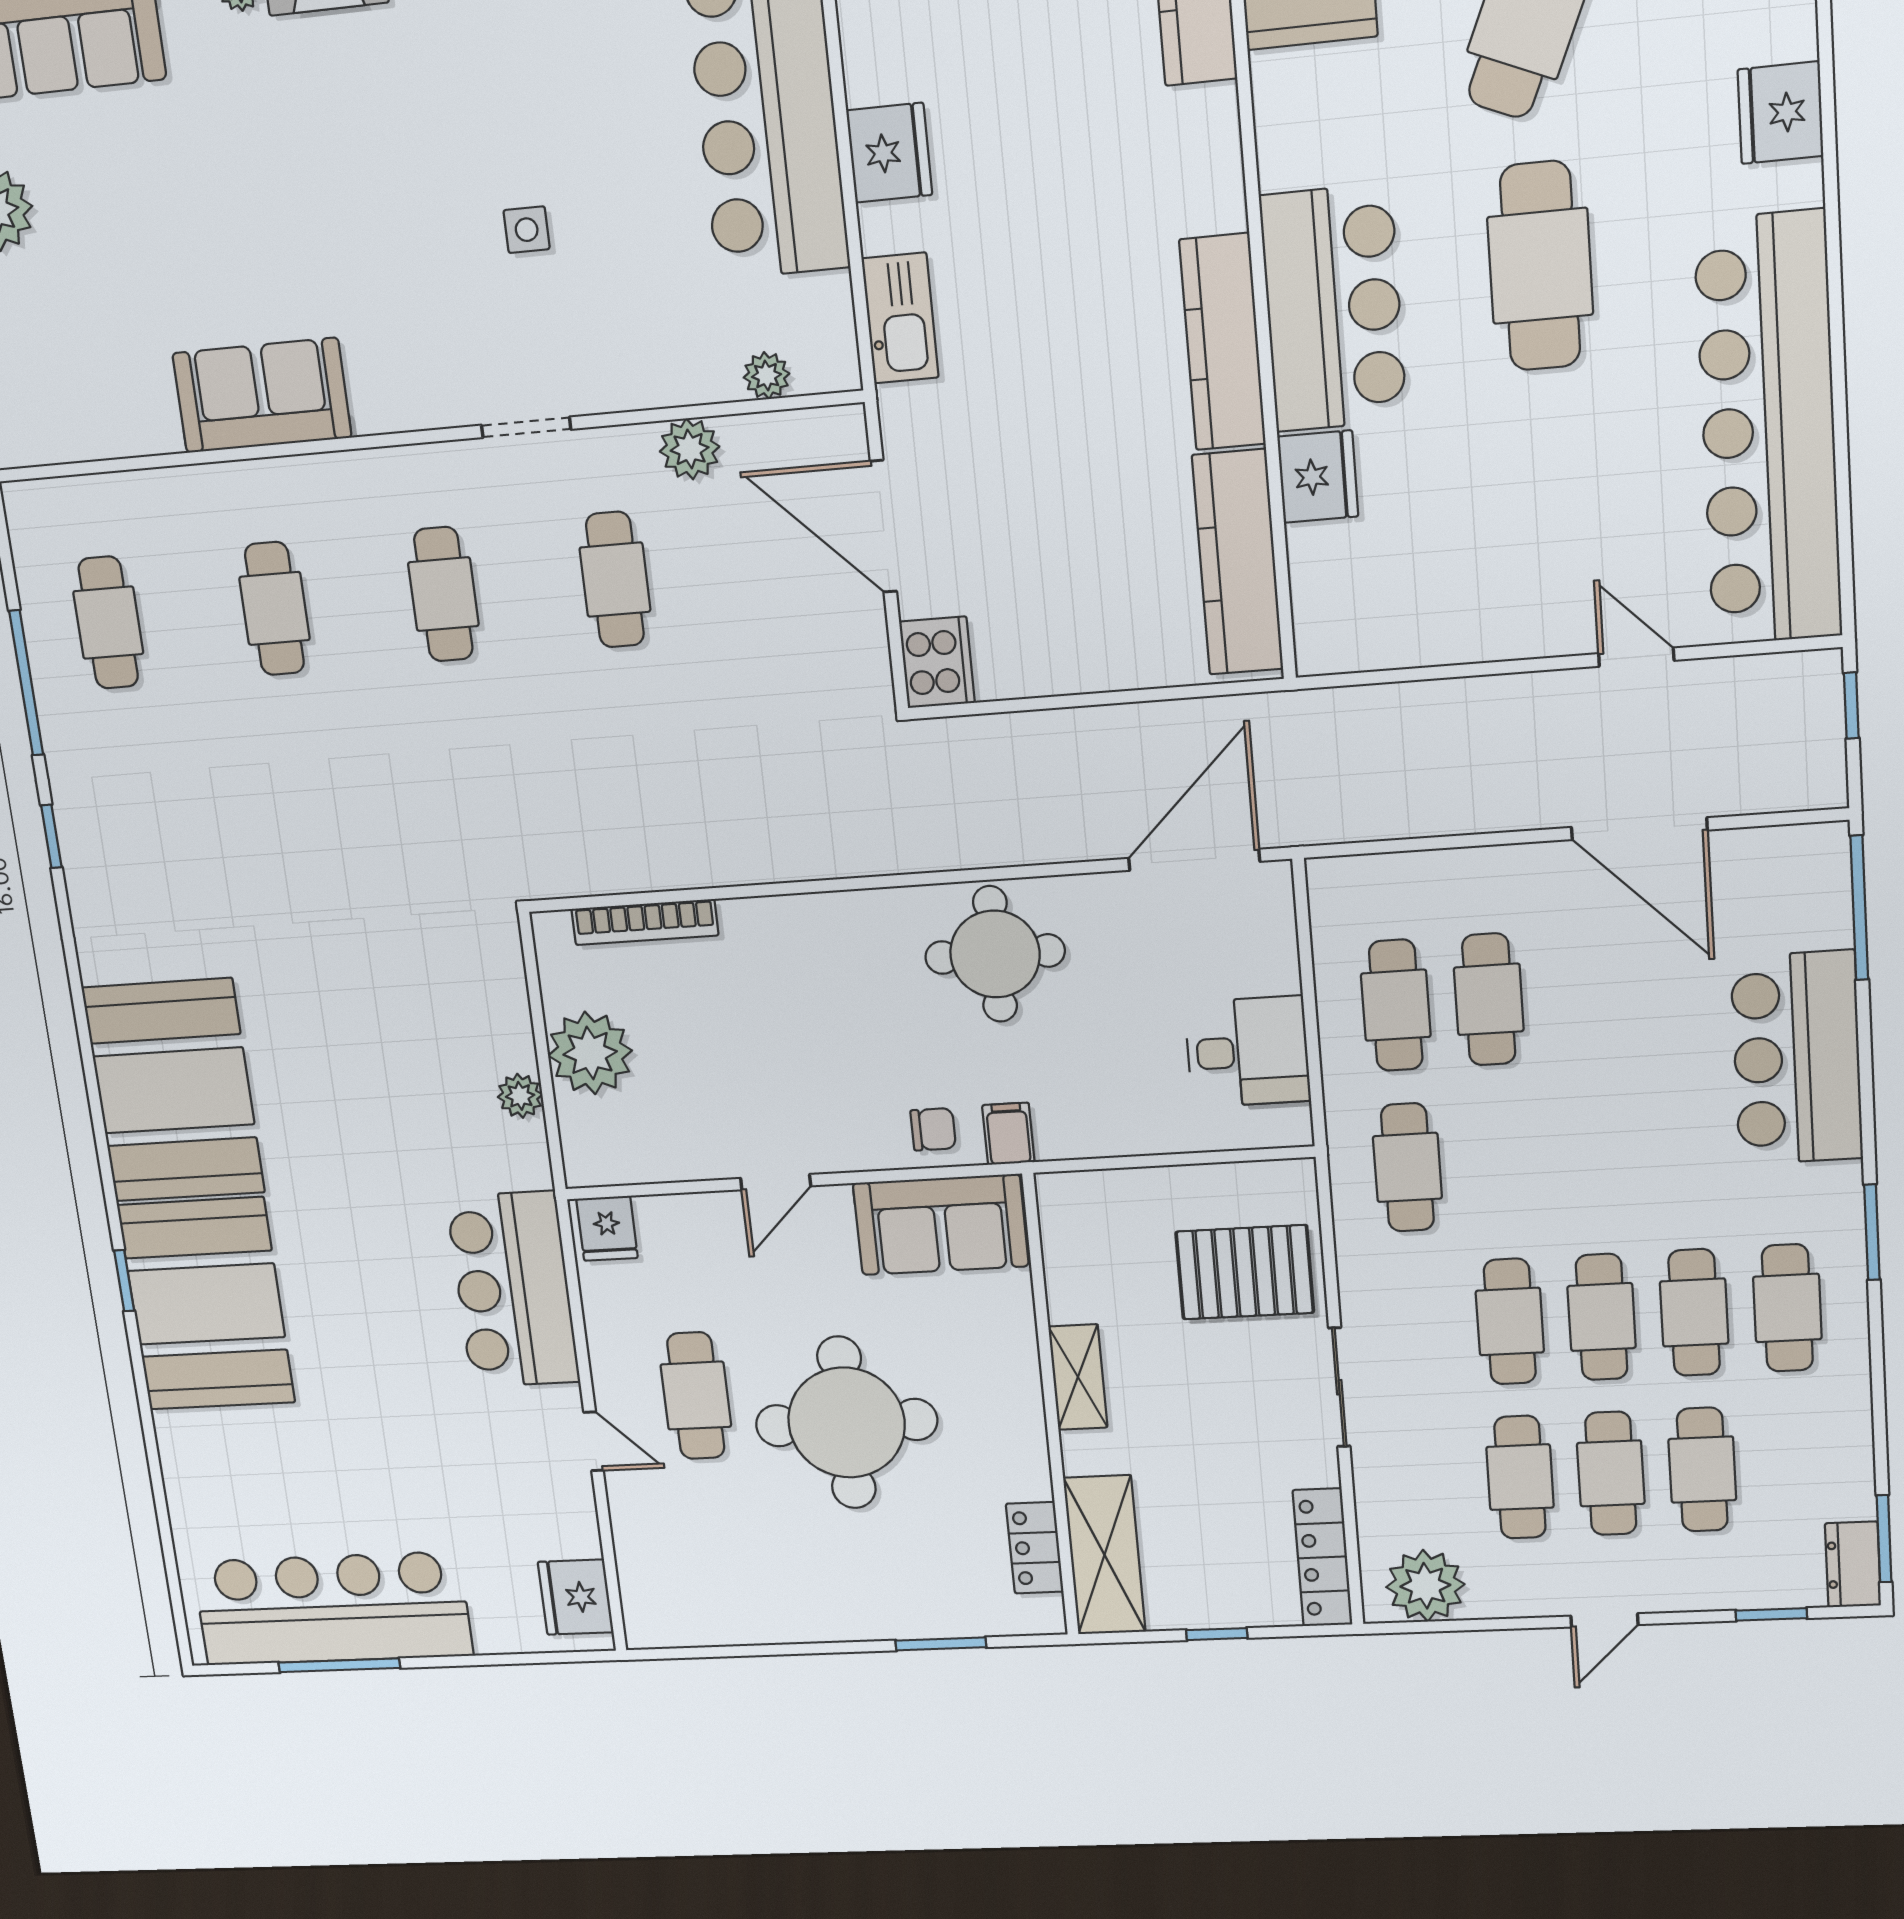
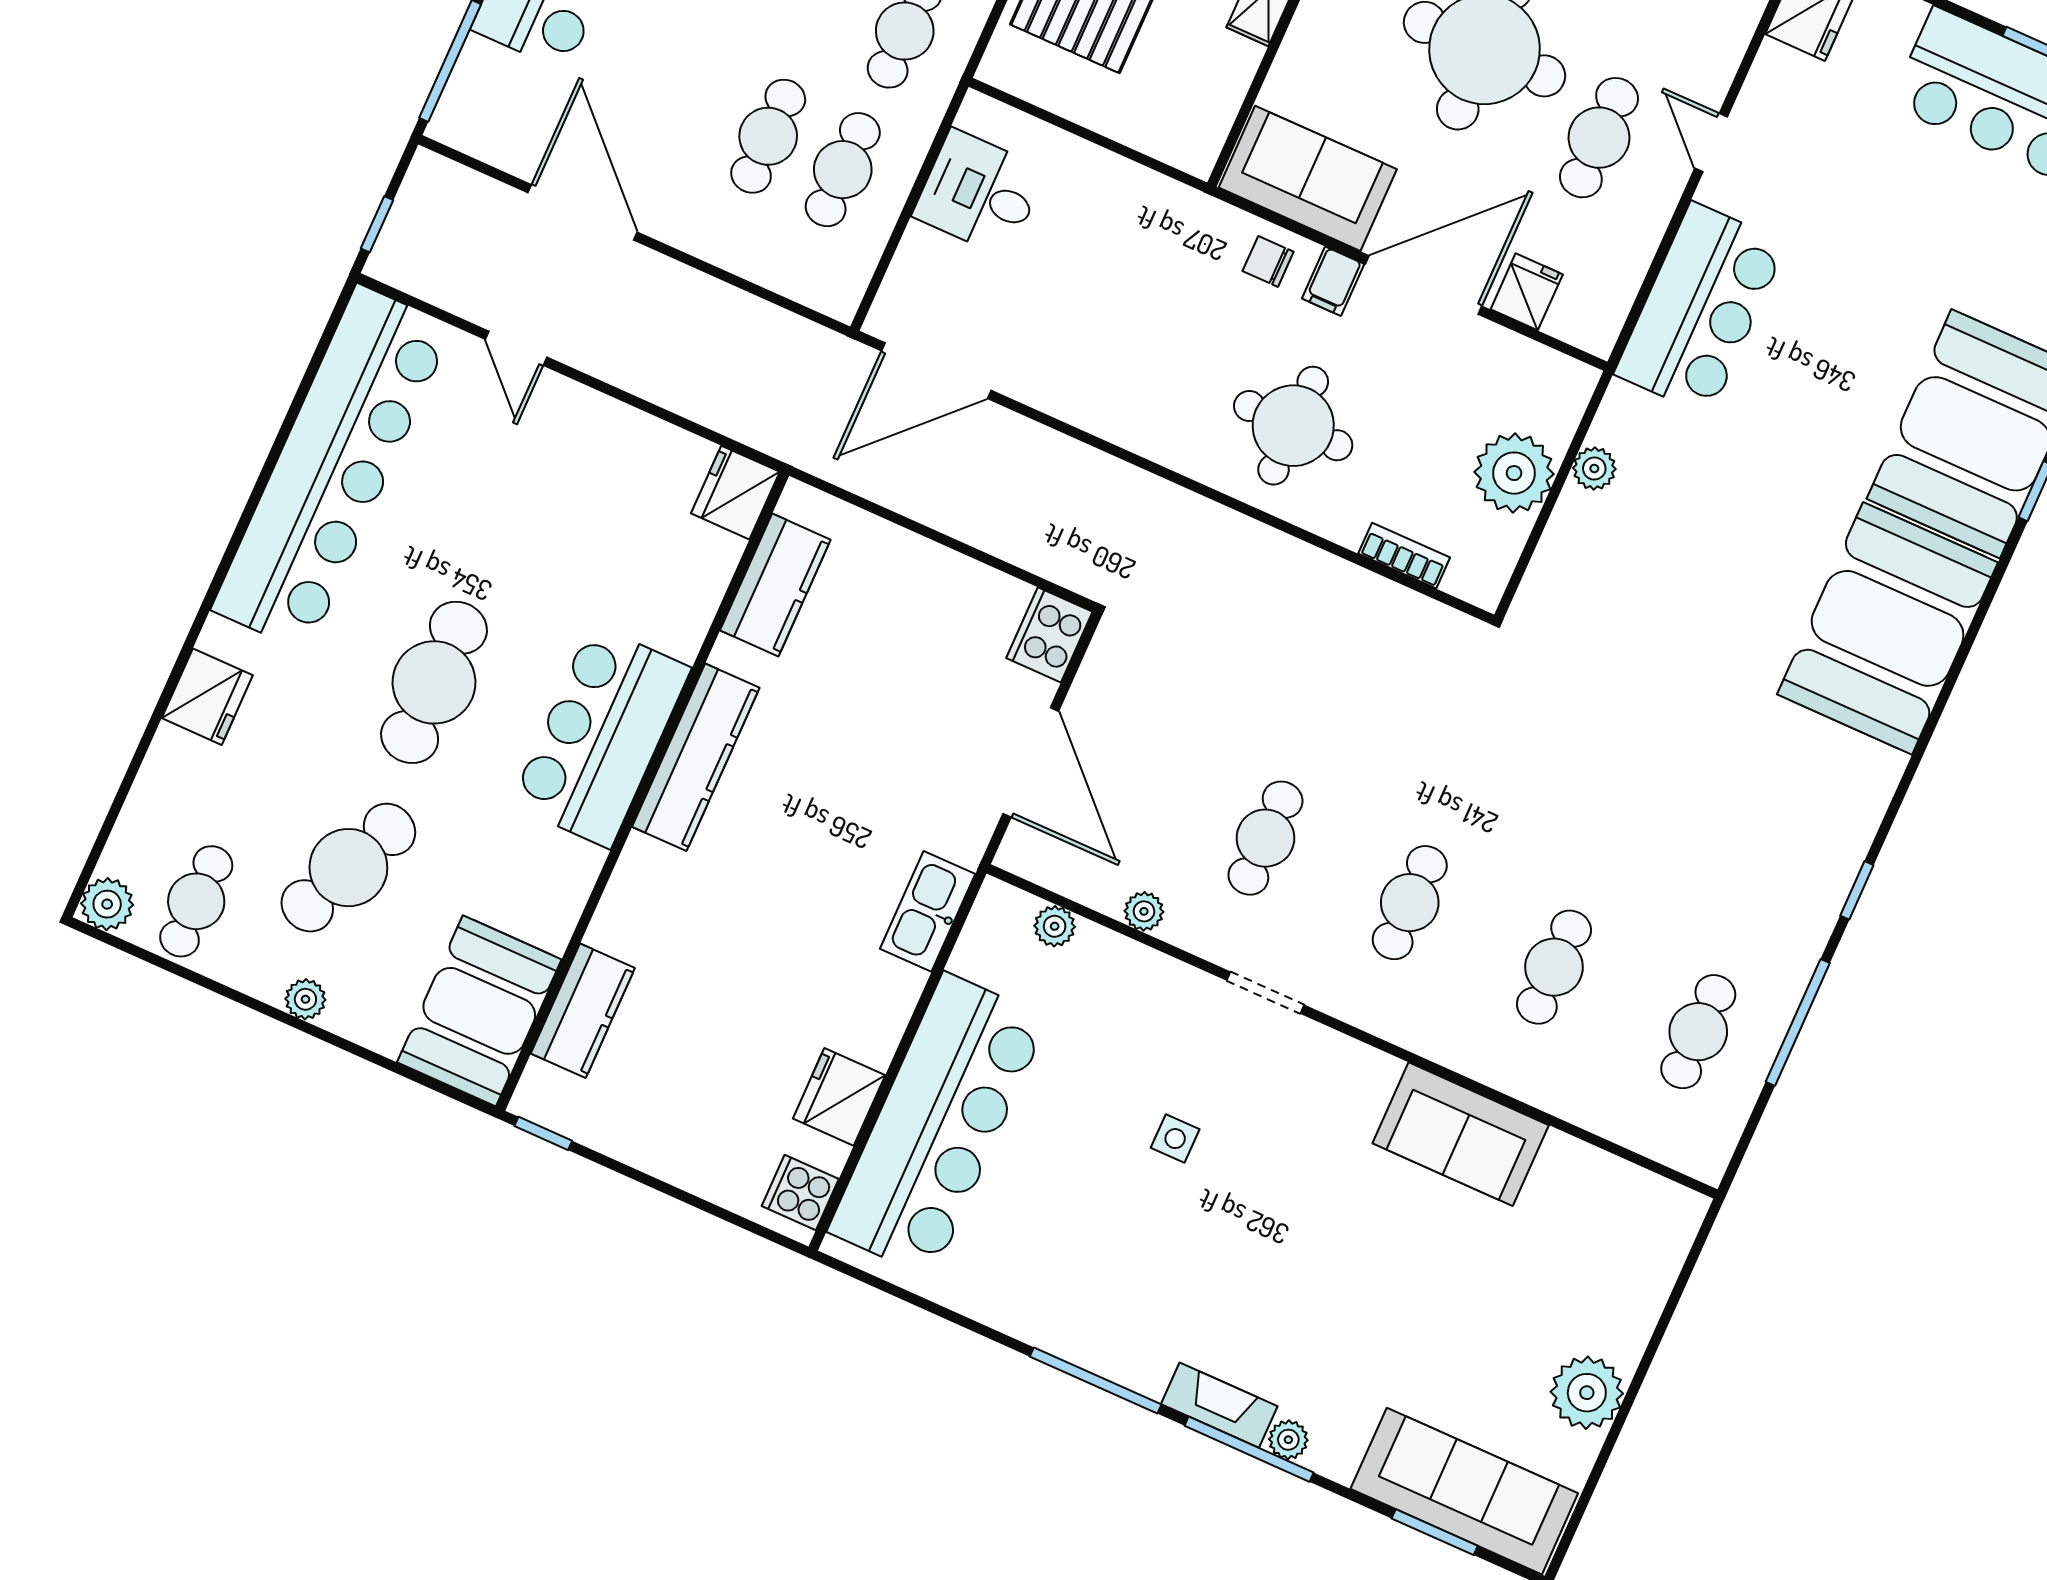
fridge: (889, 153) -> (839, 1097), moved
plant: (690, 449) -> (1144, 911), width x0.73, depth x0.73
fridge: (1318, 477) -> (735, 493), moved
kitchen counter: (1238, 562) -> (775, 585), width x0.67
bookcase: (645, 922) -> (1404, 556), width x0.64
round table: (995, 954) -> (1293, 426), moved
filing cabinet: (1008, 1134) -> (1333, 281), moved
door: (776, 1182) -> (1424, 285), width x1.88
fridge: (607, 1228) -> (1527, 292), moved

